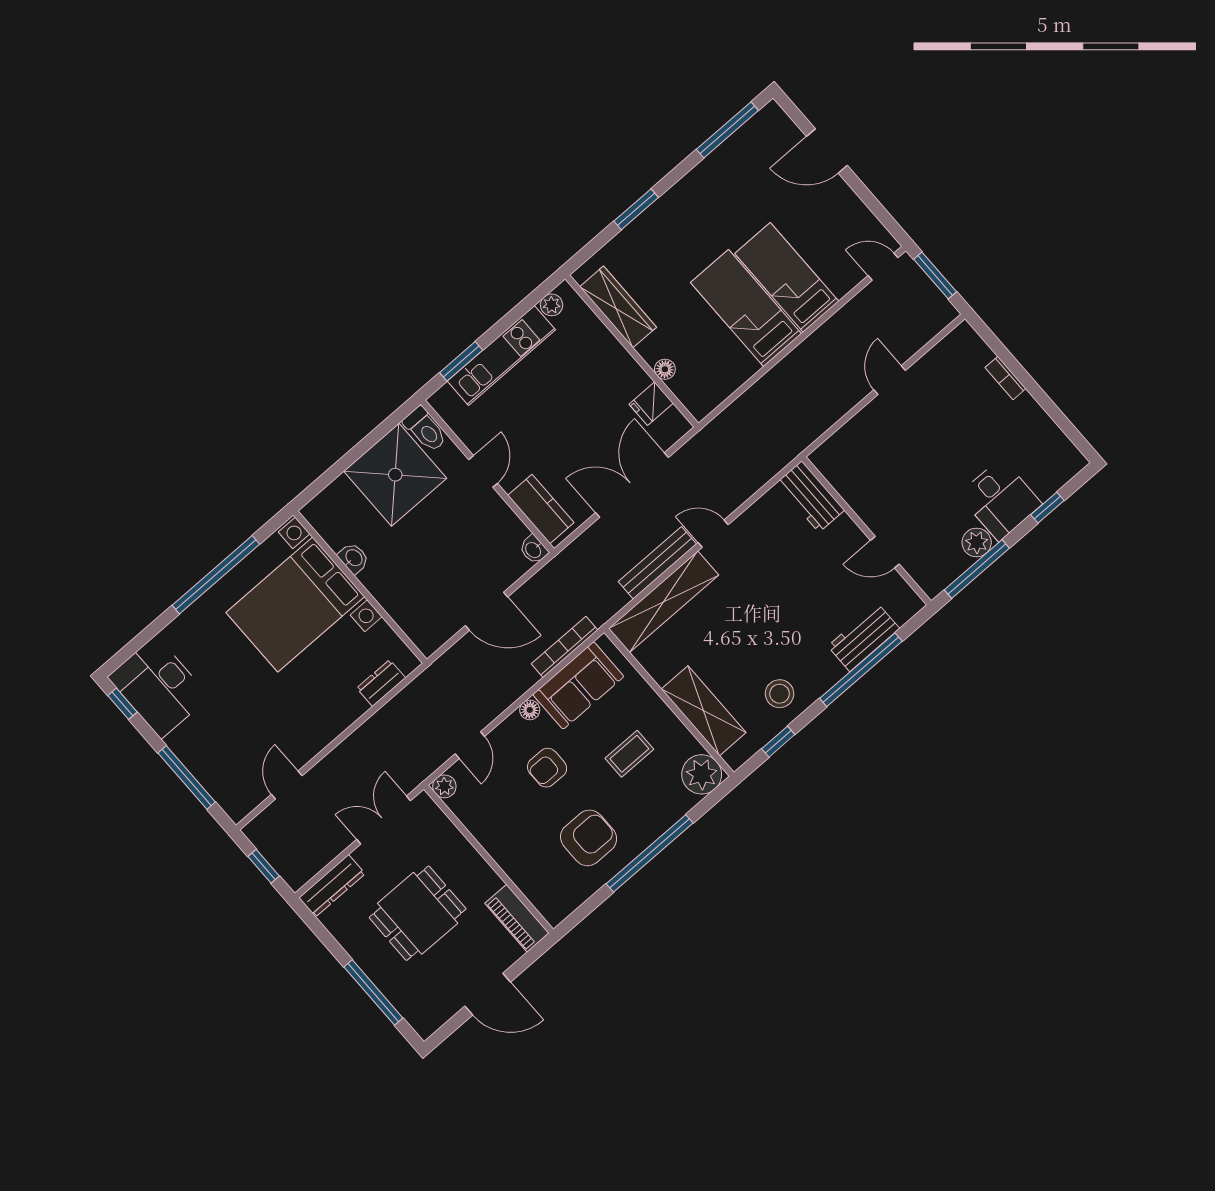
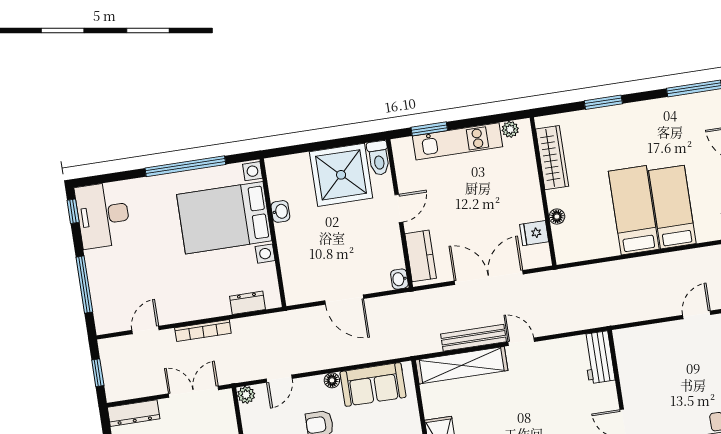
bookcase: (564, 647) -> (203, 331), moved, turned 180

